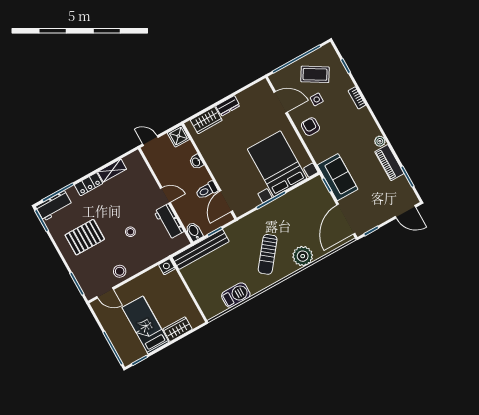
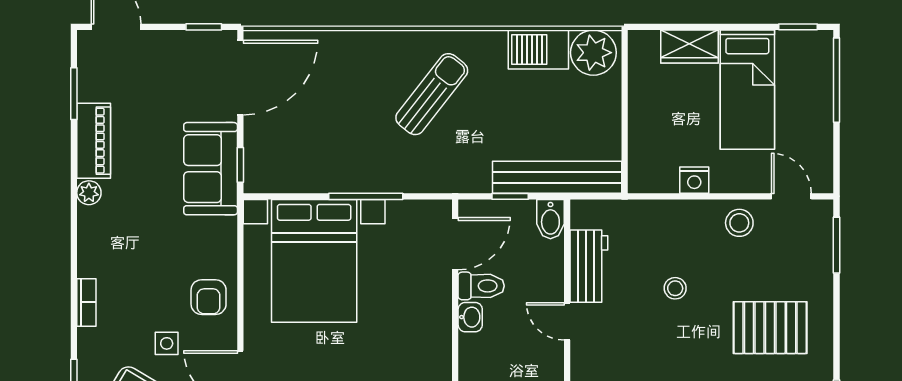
washbasin: (196, 162) -> (470, 317), moved
plant: (303, 256) -> (593, 53), moved
nightstand: (167, 267) -> (694, 180), moved

